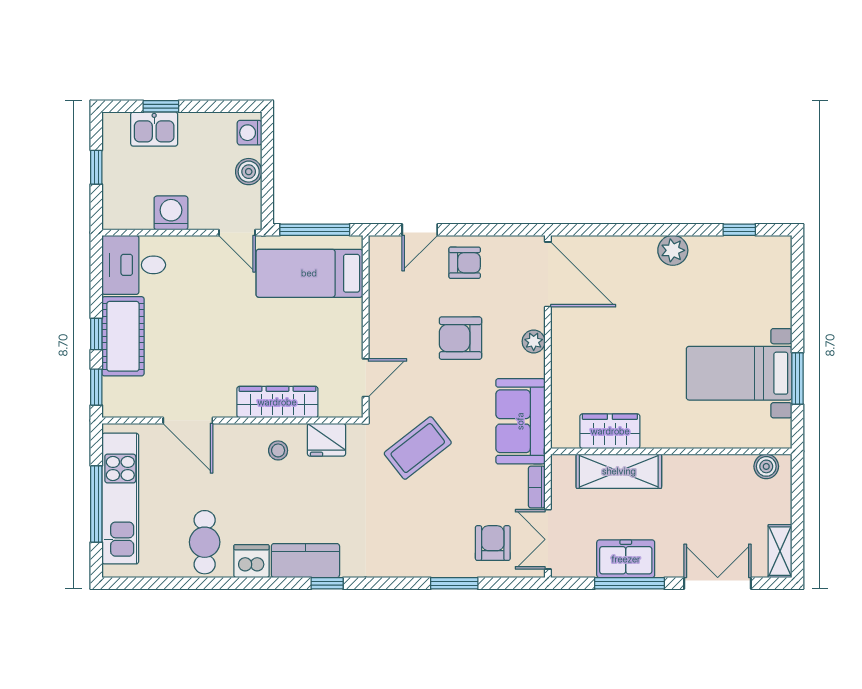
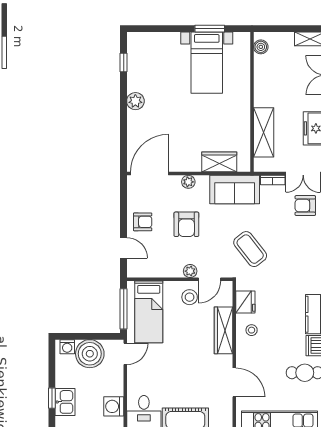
boiler: (249, 172) -> (90, 354), width x1.86, depth x1.86
washing machine: (171, 213) -> (114, 406), moved
armchair: (465, 263) -> (143, 222), turned 90
stool: (335, 344) -> (190, 297), added
plant: (380, 345) -> (190, 271), added
door: (366, 378) -> (209, 279), swing flipped
door: (188, 420) -> (234, 382), hinge flipped
wardrobe: (610, 431) -> (219, 162), moved, turned 90

